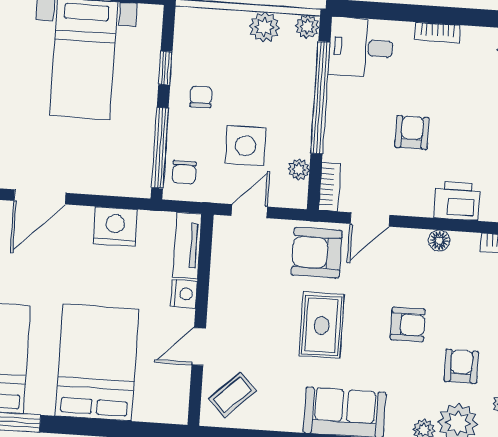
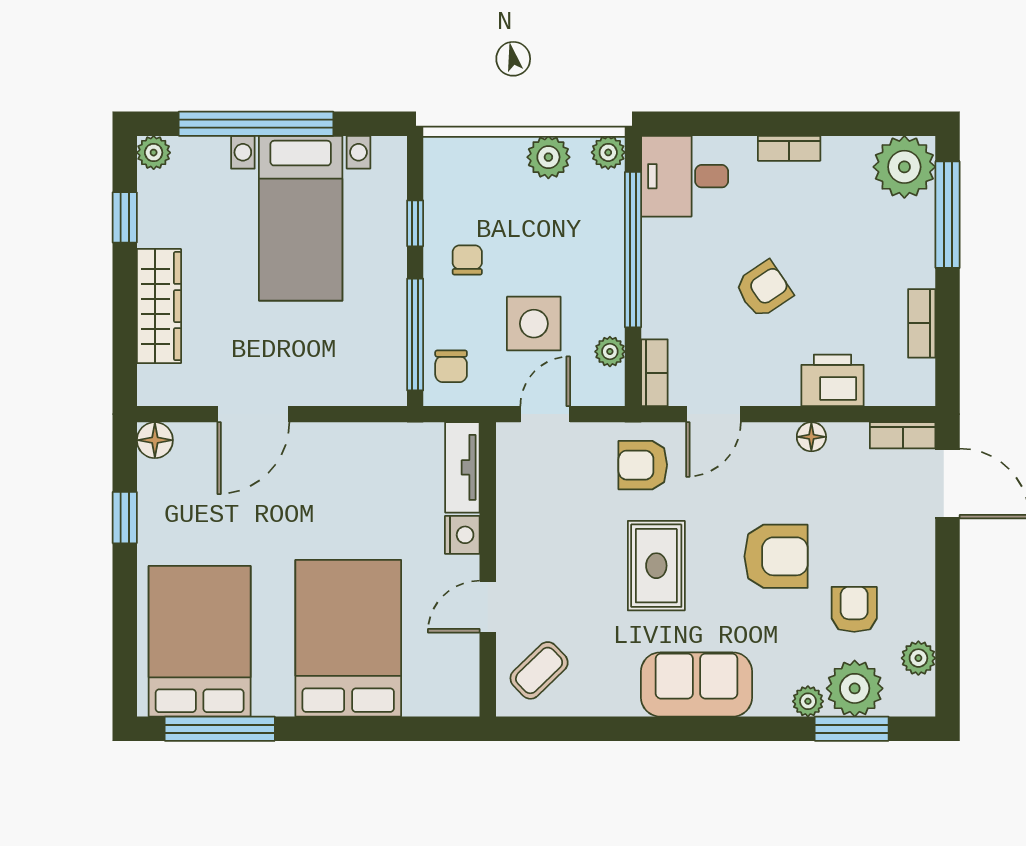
armchair: (412, 132) -> (764, 289), turned 56
nightstand: (115, 227) -> (360, 448), removed
armchair: (317, 253) -> (643, 465), width x0.72, depth x0.72
armchair: (408, 325) -> (776, 556), width x1.38, depth x1.38

